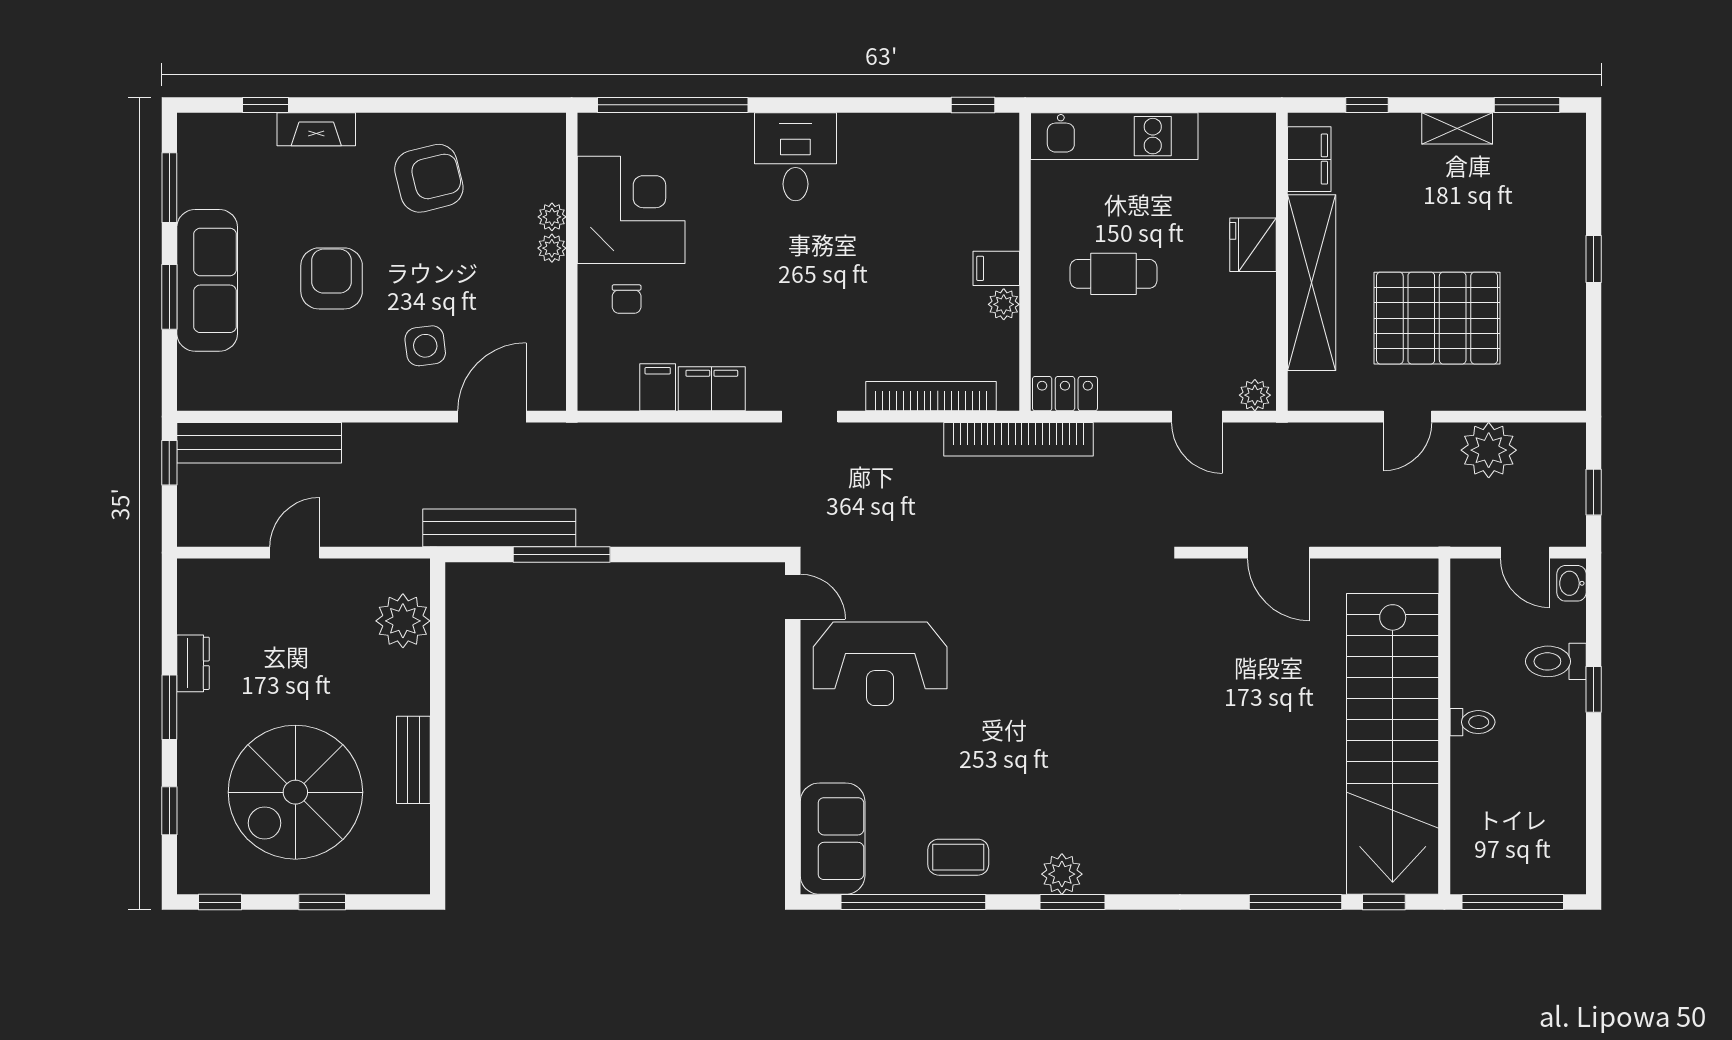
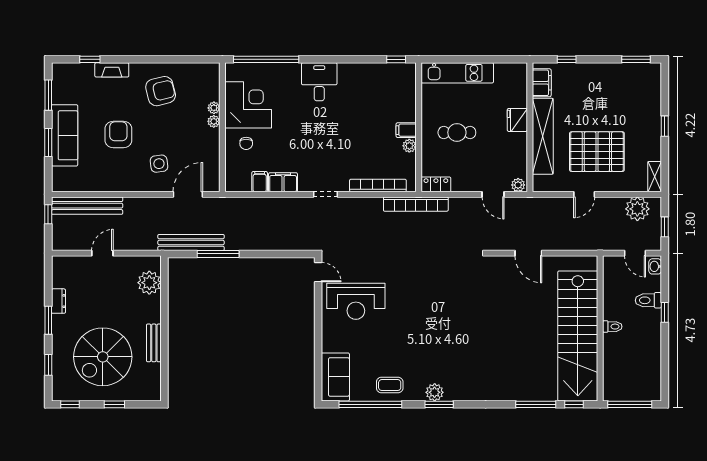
shelving: (1457, 128) -> (655, 177), moved, turned 90
plant: (1489, 450) -> (637, 209), moved

